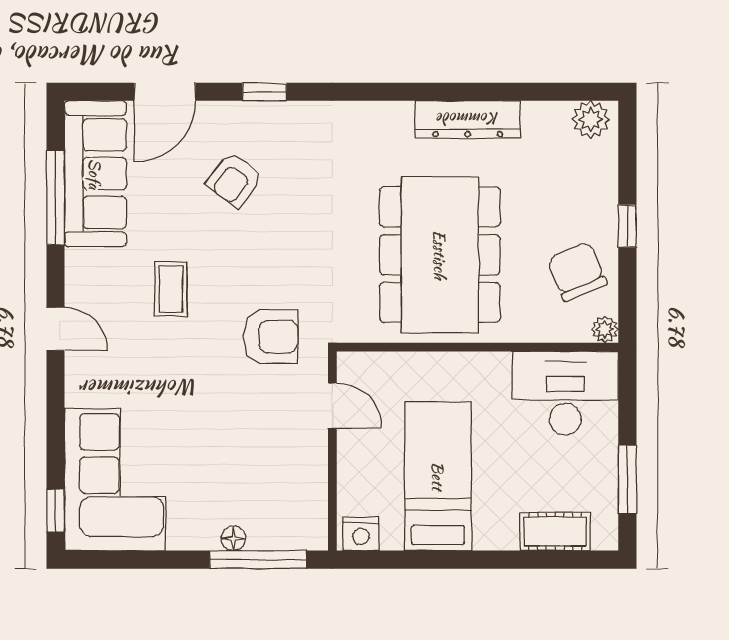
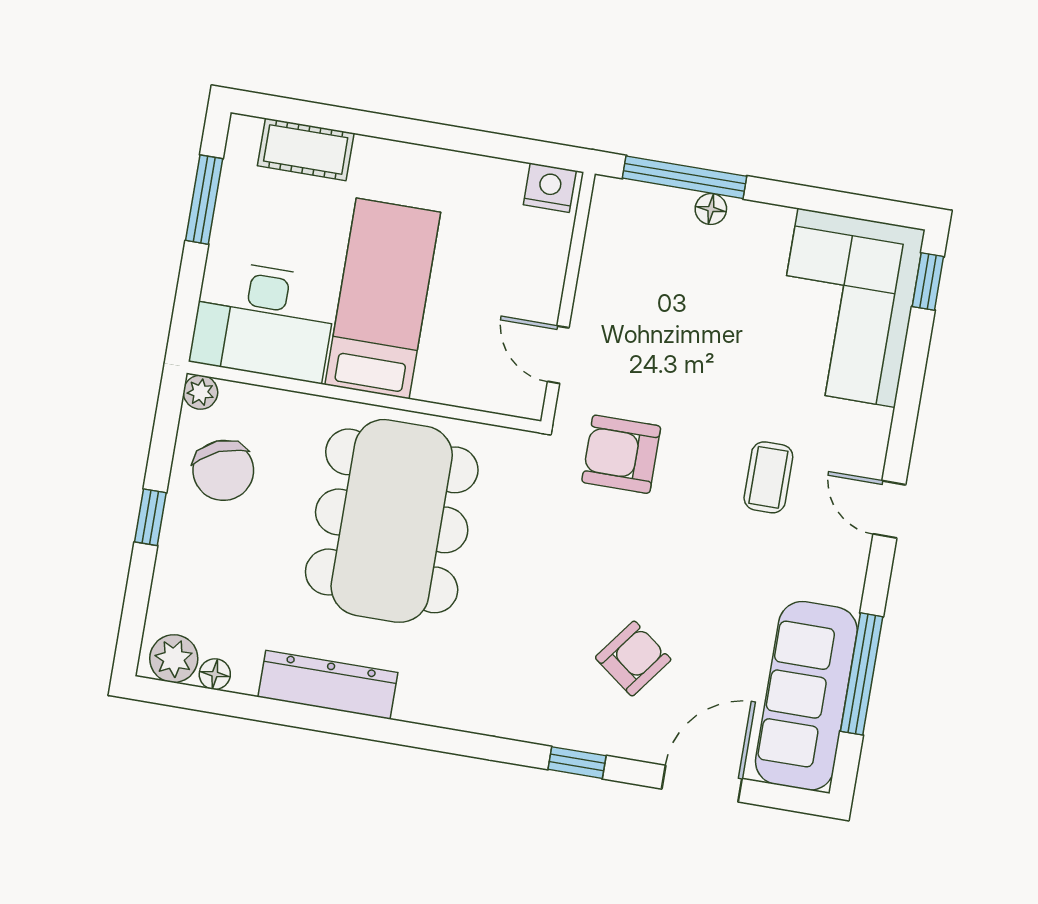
floor lamp: (557, 113) -> (215, 674), added
coffee table: (171, 289) -> (768, 477), moved
bed: (438, 476) -> (383, 299), moved, turned 180

